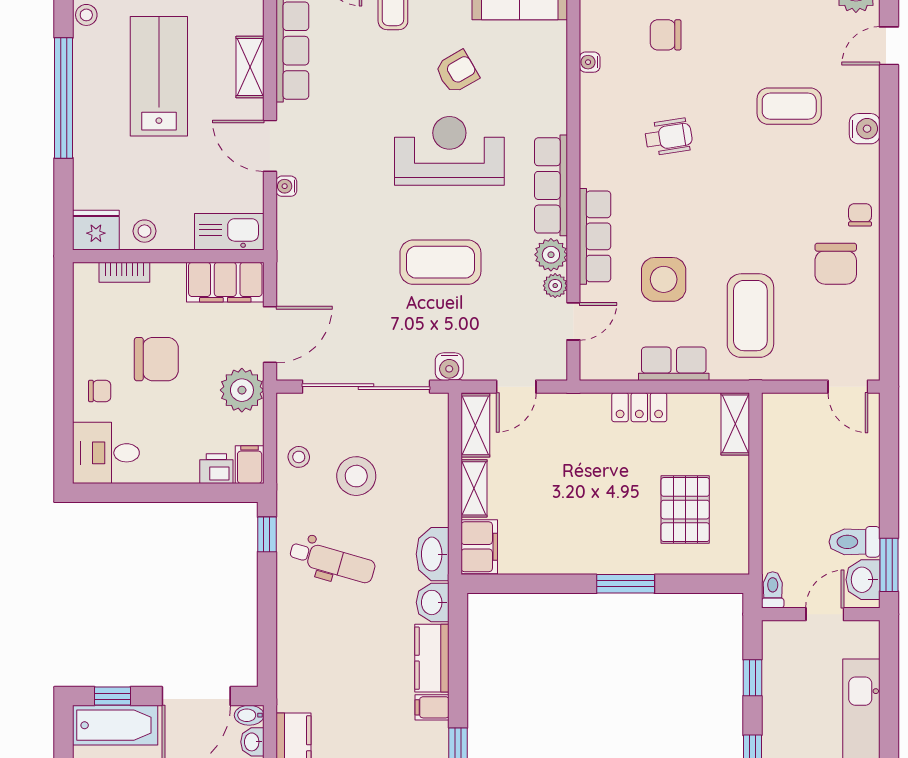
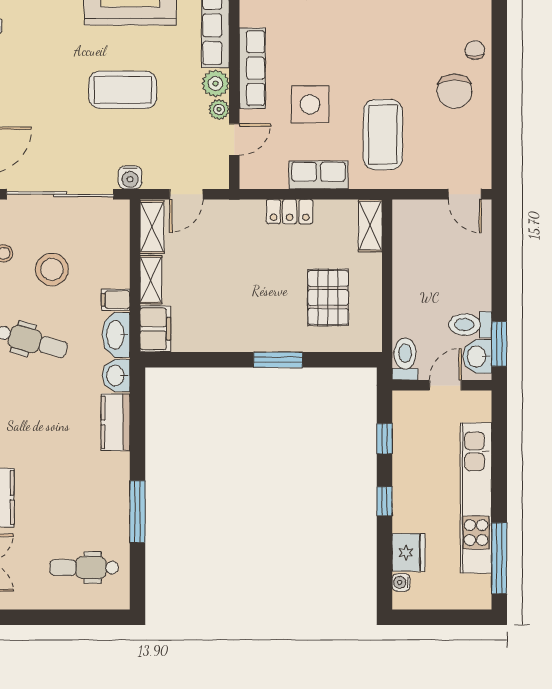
toilet: (773, 590) -> (405, 359), width x1.37, depth x1.39
filing cabinet: (432, 707) -> (116, 300), moved

